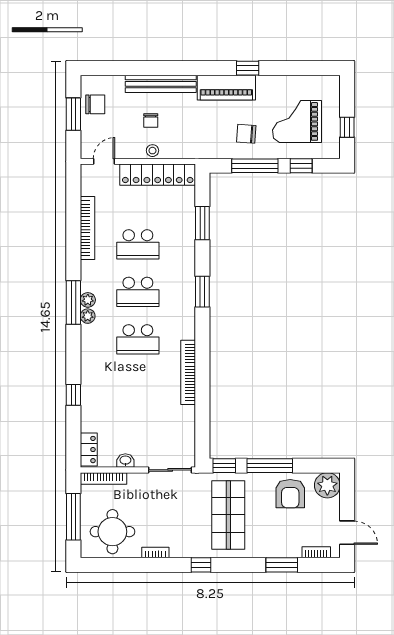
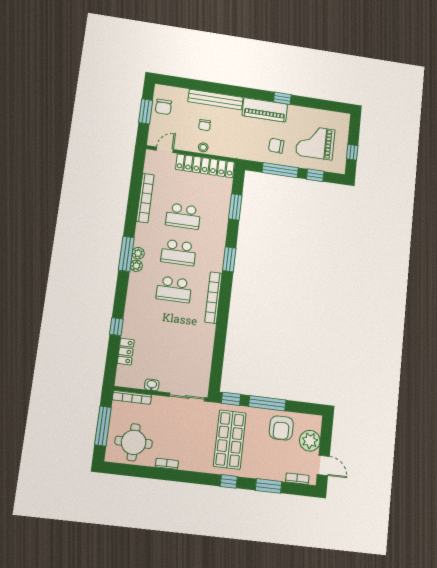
chair: (95, 104) -> (163, 107), turned 90
bookcase: (188, 372) -> (213, 298), moved
locker: (89, 450) -> (126, 352), moved
plant: (327, 485) -> (310, 441), moved
window: (201, 565) -> (229, 481), moved

